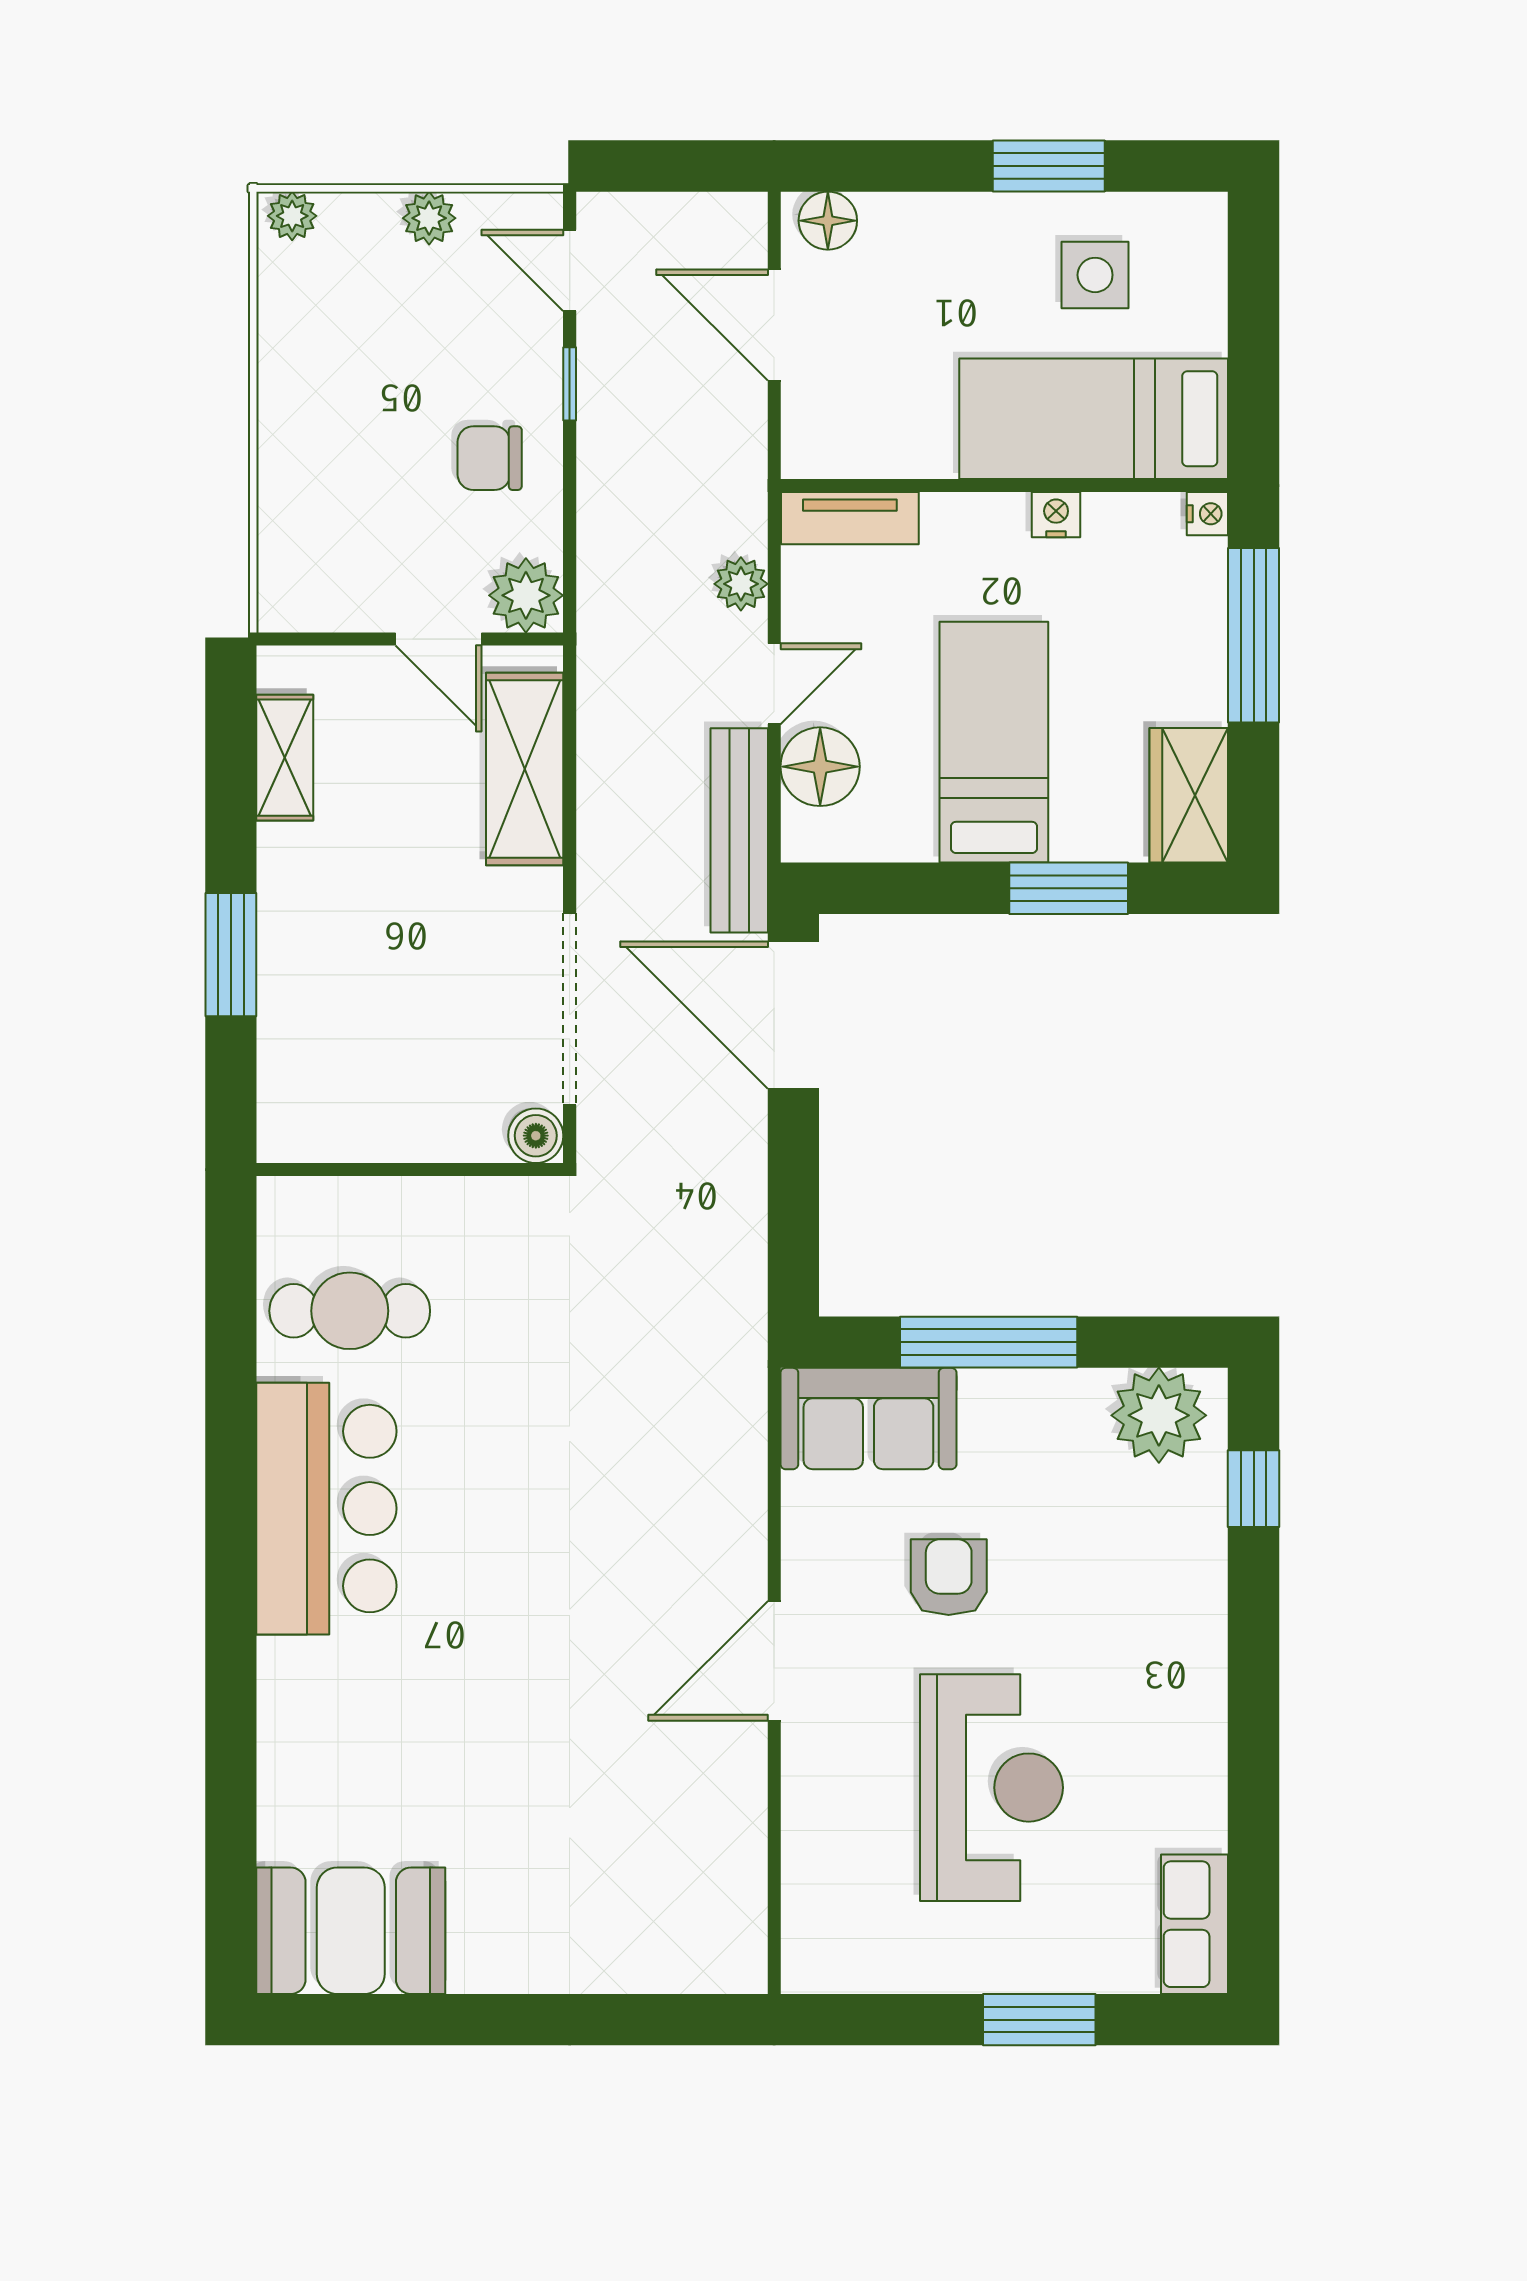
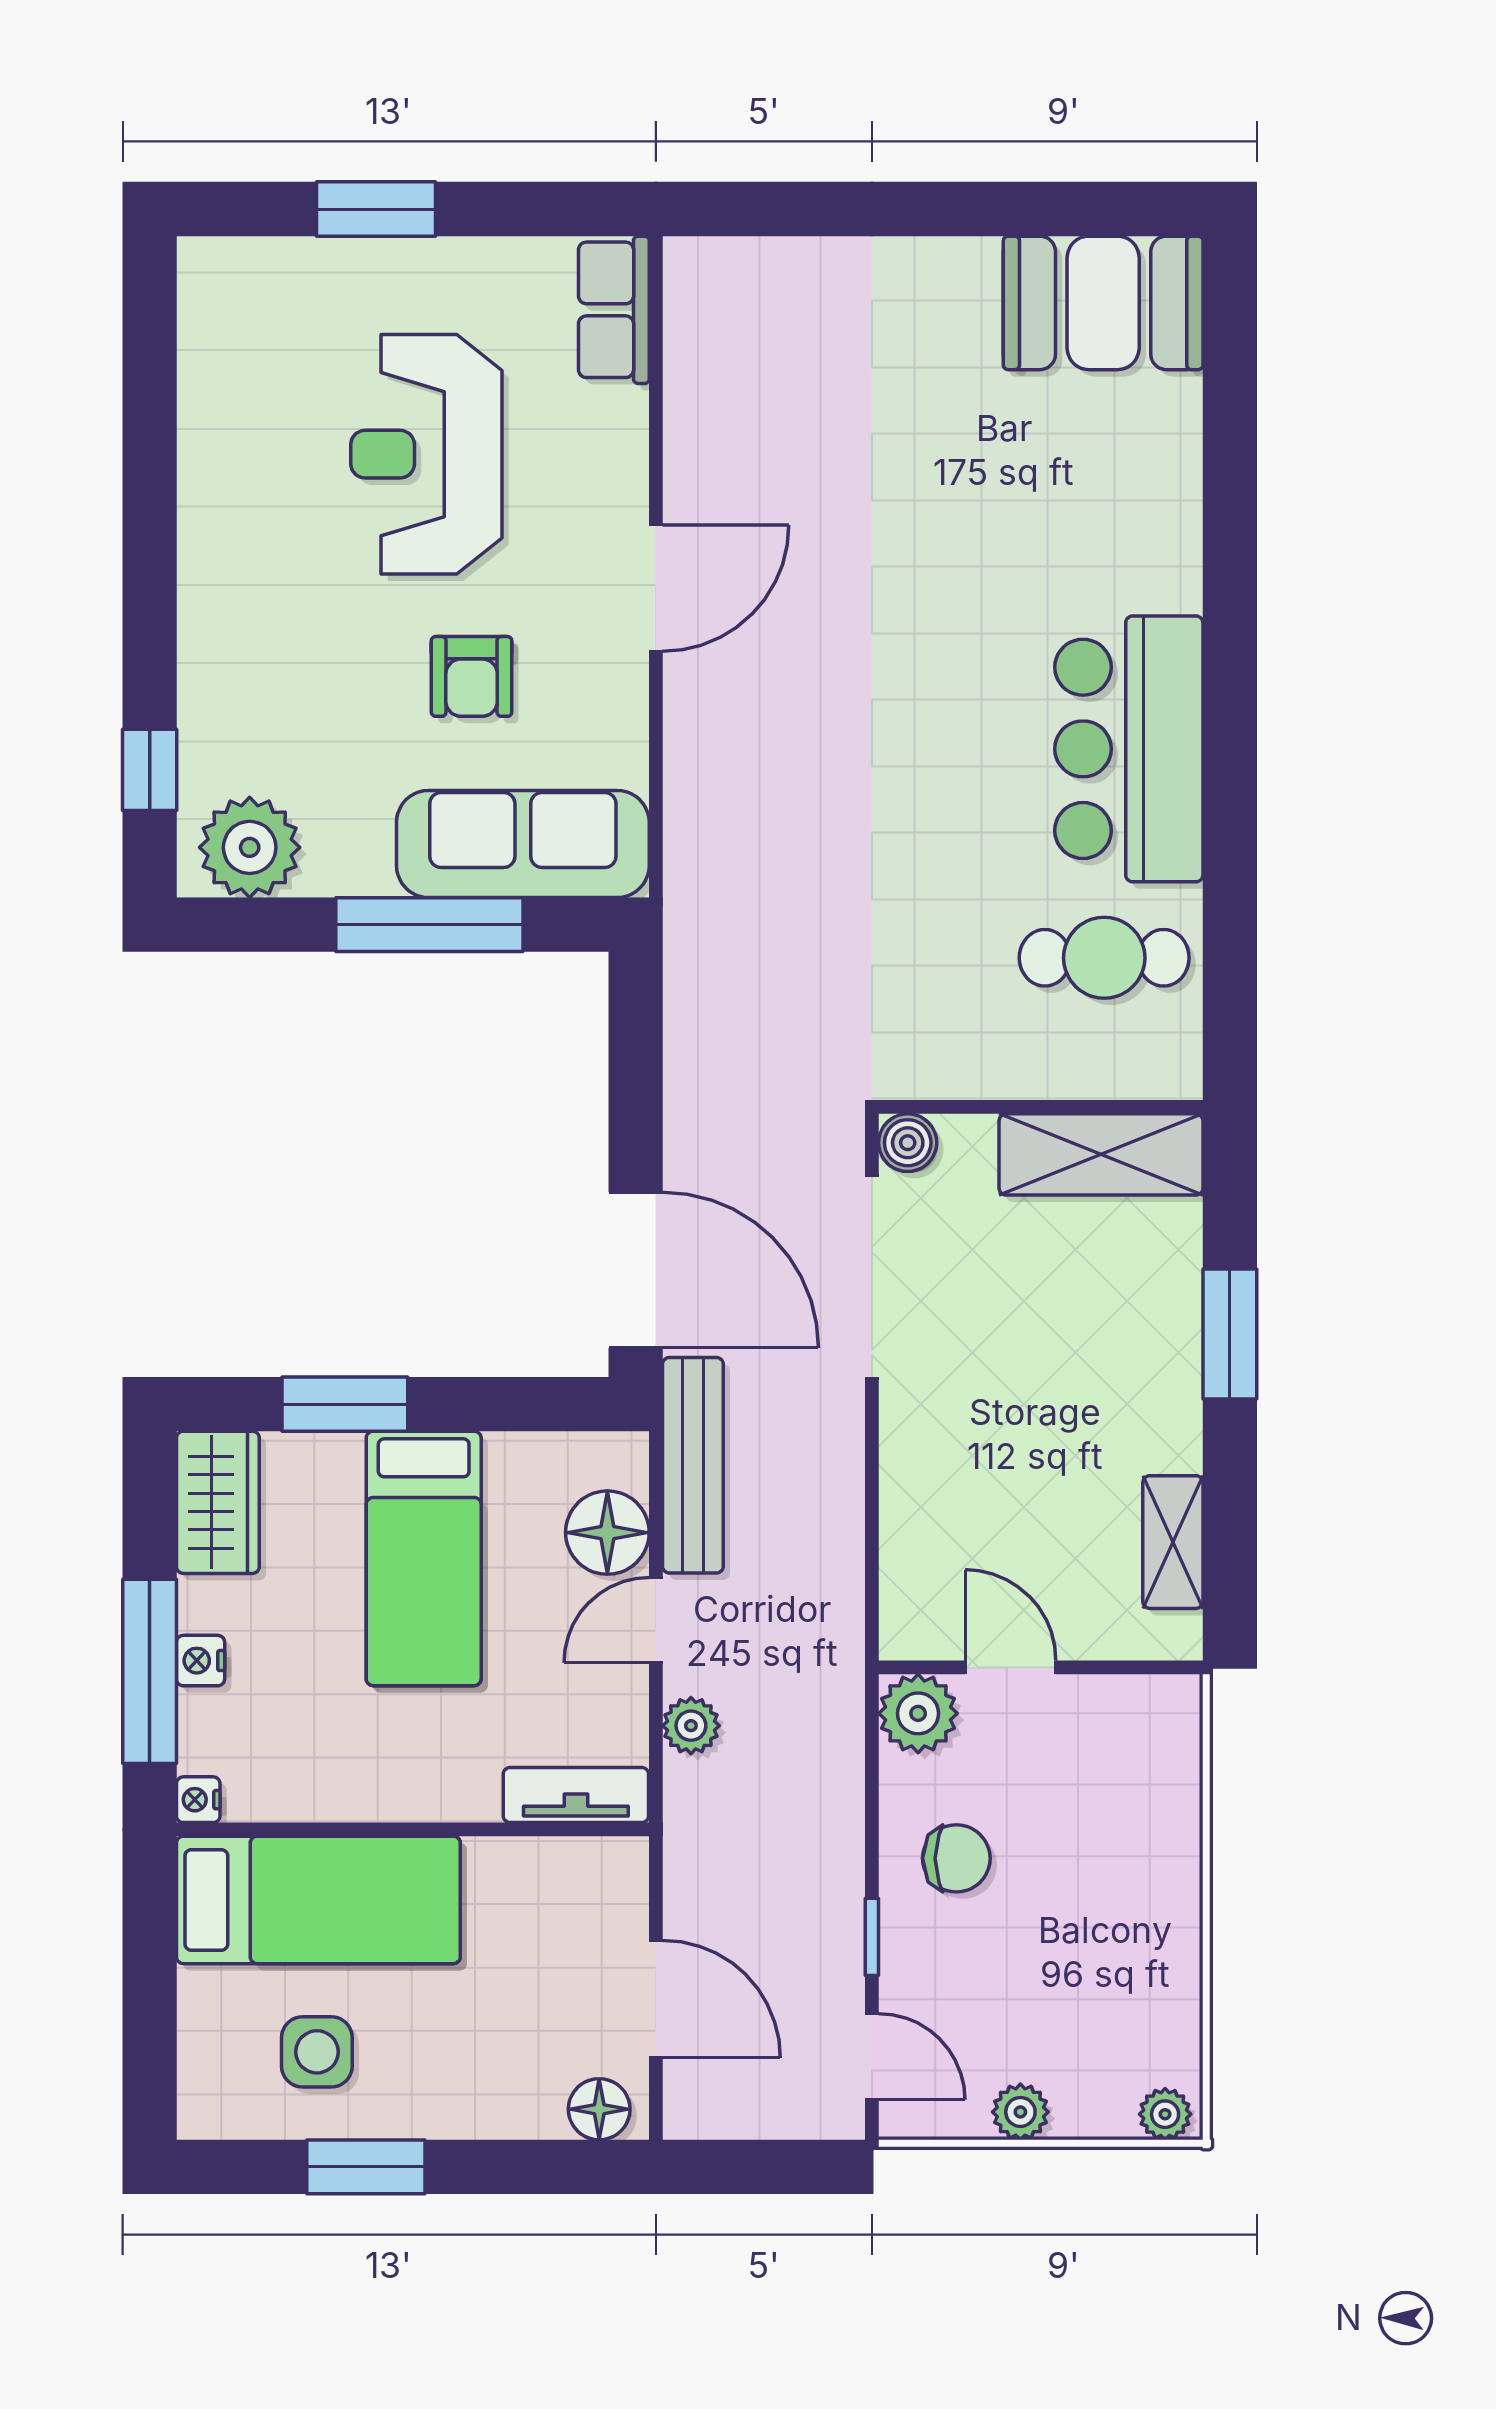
nightstand: (1056, 515) -> (201, 1661), moved, turned 90
shelving: (525, 769) -> (1101, 1154), moved, turned 90
sofa: (868, 1419) -> (523, 844), width x1.36
row of seats: (1195, 1924) -> (614, 310), moved, turned 180

